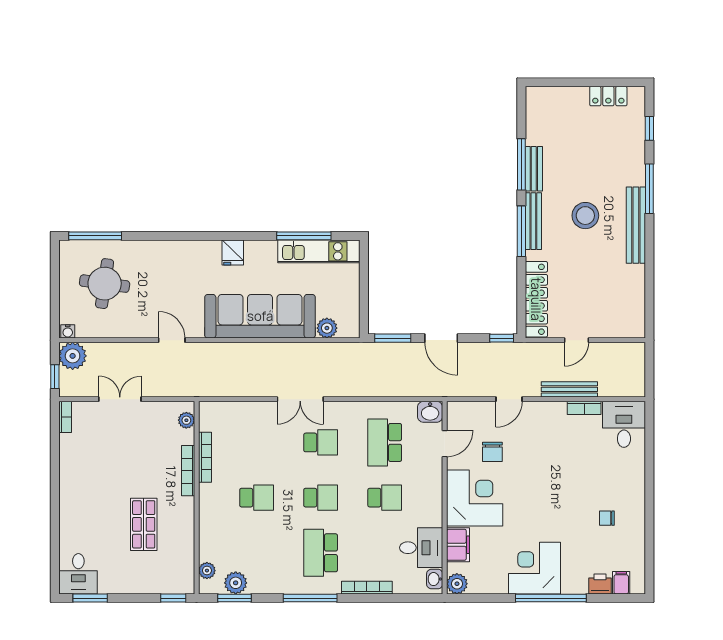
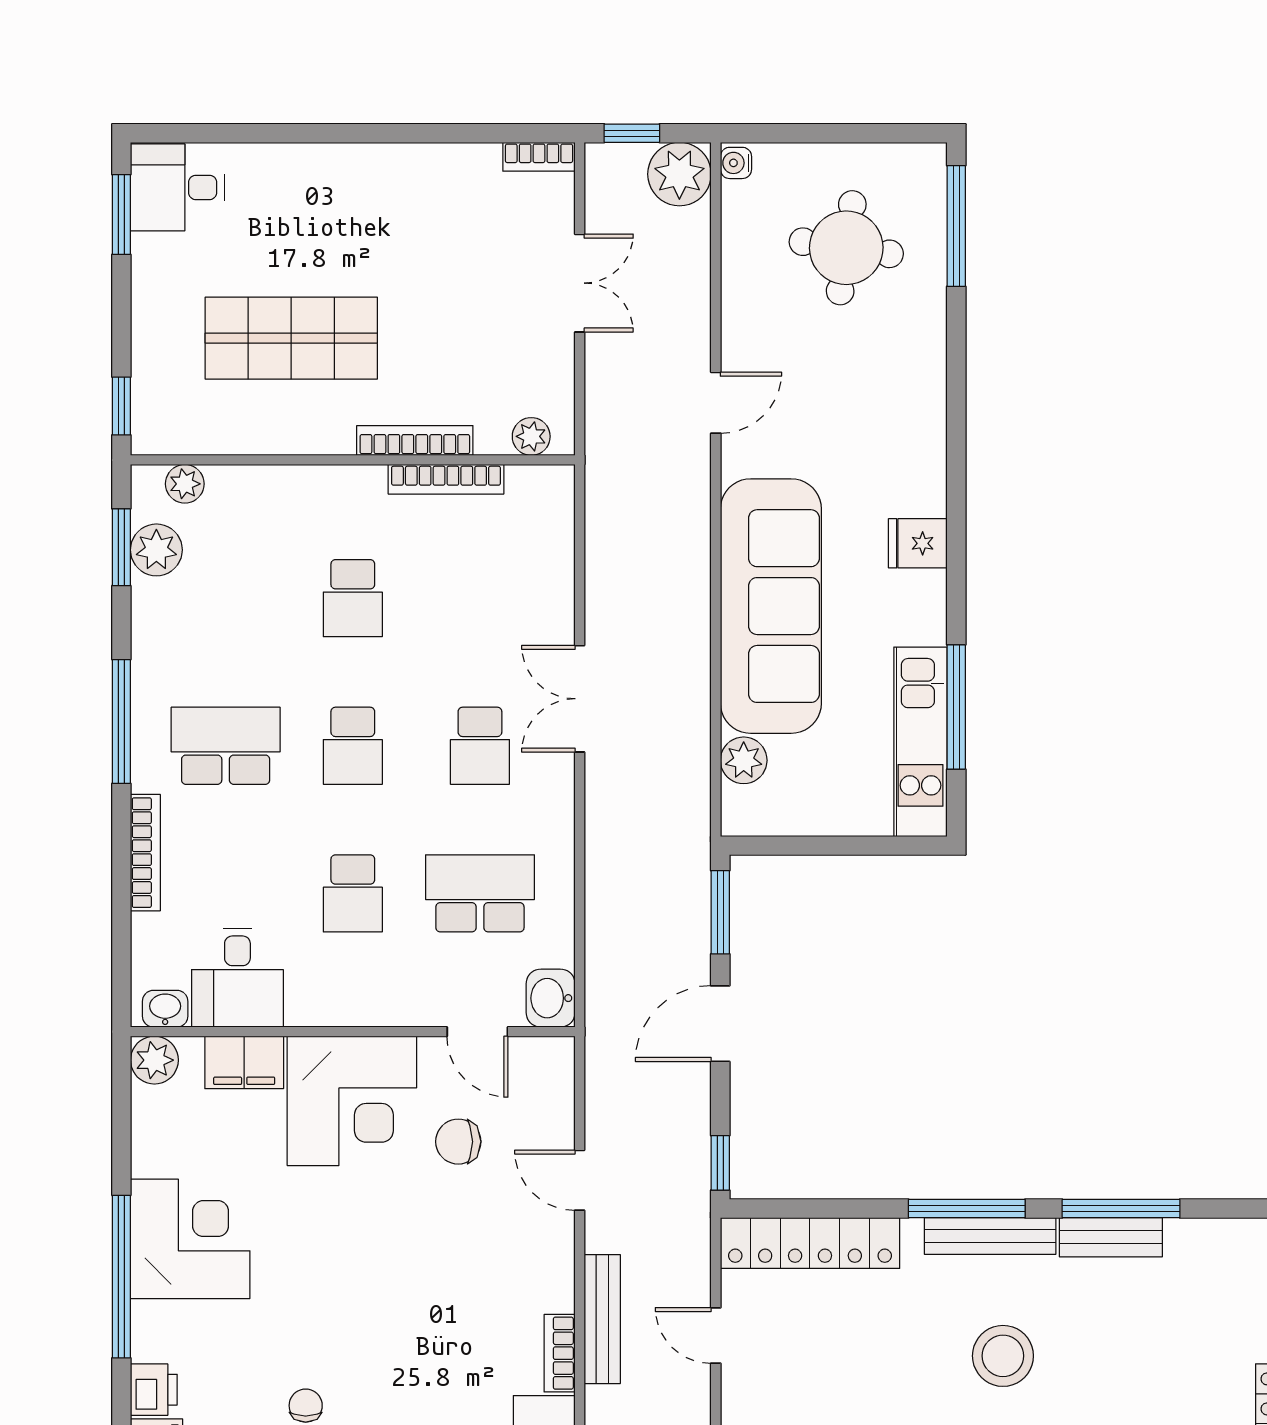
shop shelf: (144, 524) -> (291, 338), width x1.43, depth x1.36

